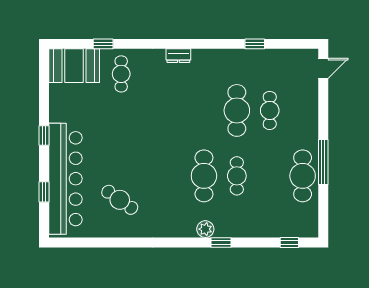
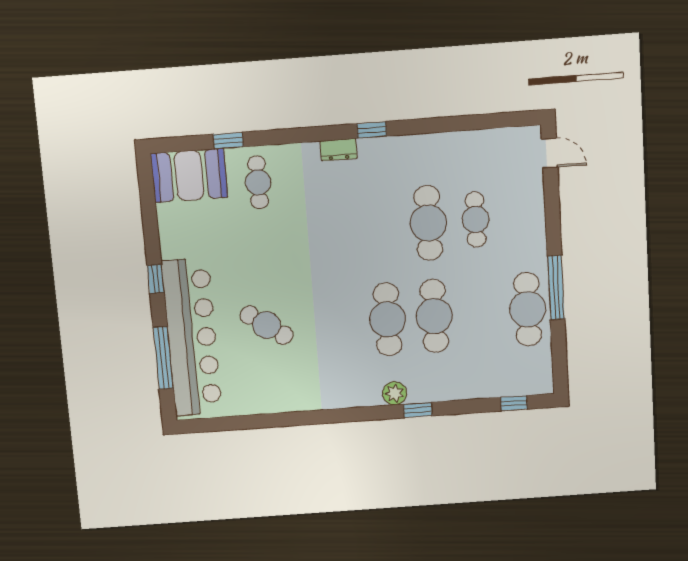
window: (255, 44) -> (372, 130), moved
door: (323, 68) -> (550, 153), hinge flipped
cafe table: (237, 176) -> (434, 316), width x1.37, depth x1.35
window: (44, 192) -> (163, 358), width x2.17
cafe table: (120, 200) -> (266, 325), moved

